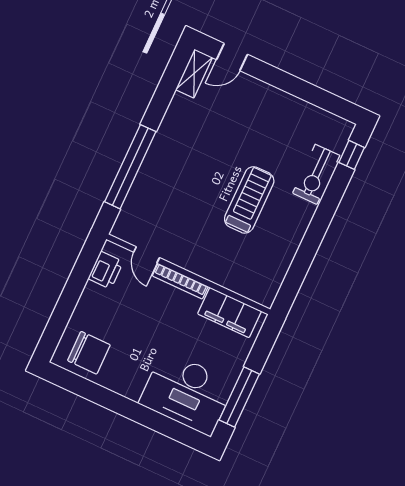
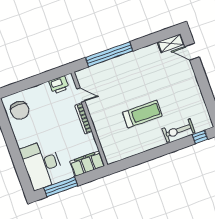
door: (147, 255) -> (81, 95), swing flipped
filing cabinet: (229, 312) -> (87, 164), moved, turned 90

